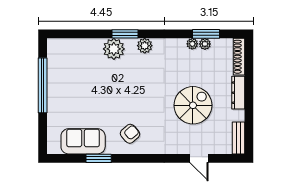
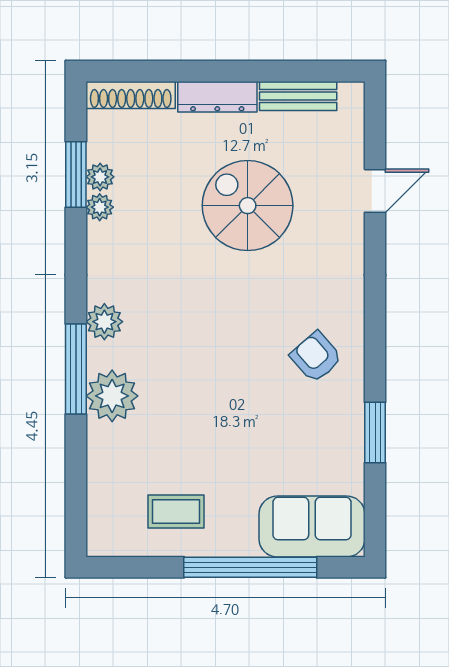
window: (125, 34) -> (76, 369), width x1.44
coffee table: (66, 75) -> (176, 511), added
window: (43, 85) -> (250, 567), moved
bench: (239, 138) -> (298, 96), moved
sofa: (83, 141) -> (312, 527), moved, turned 90

